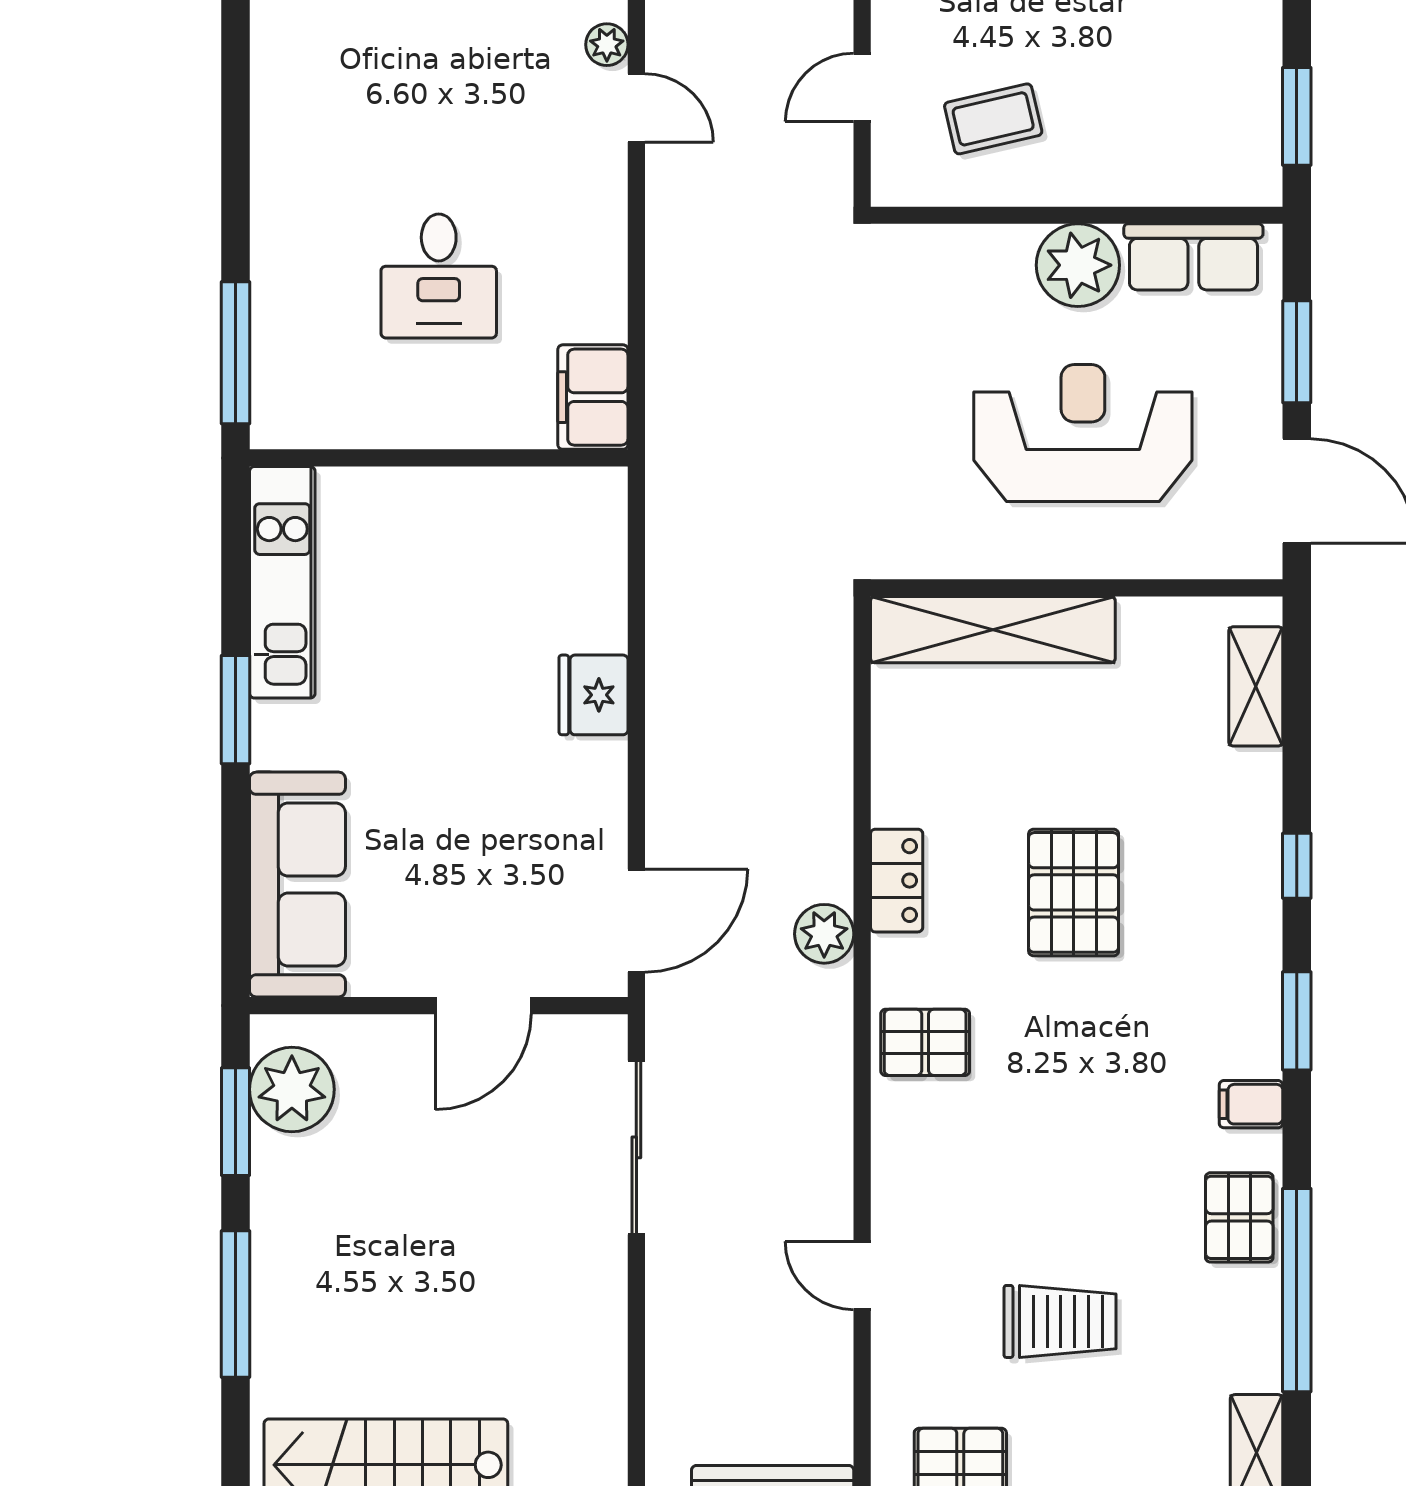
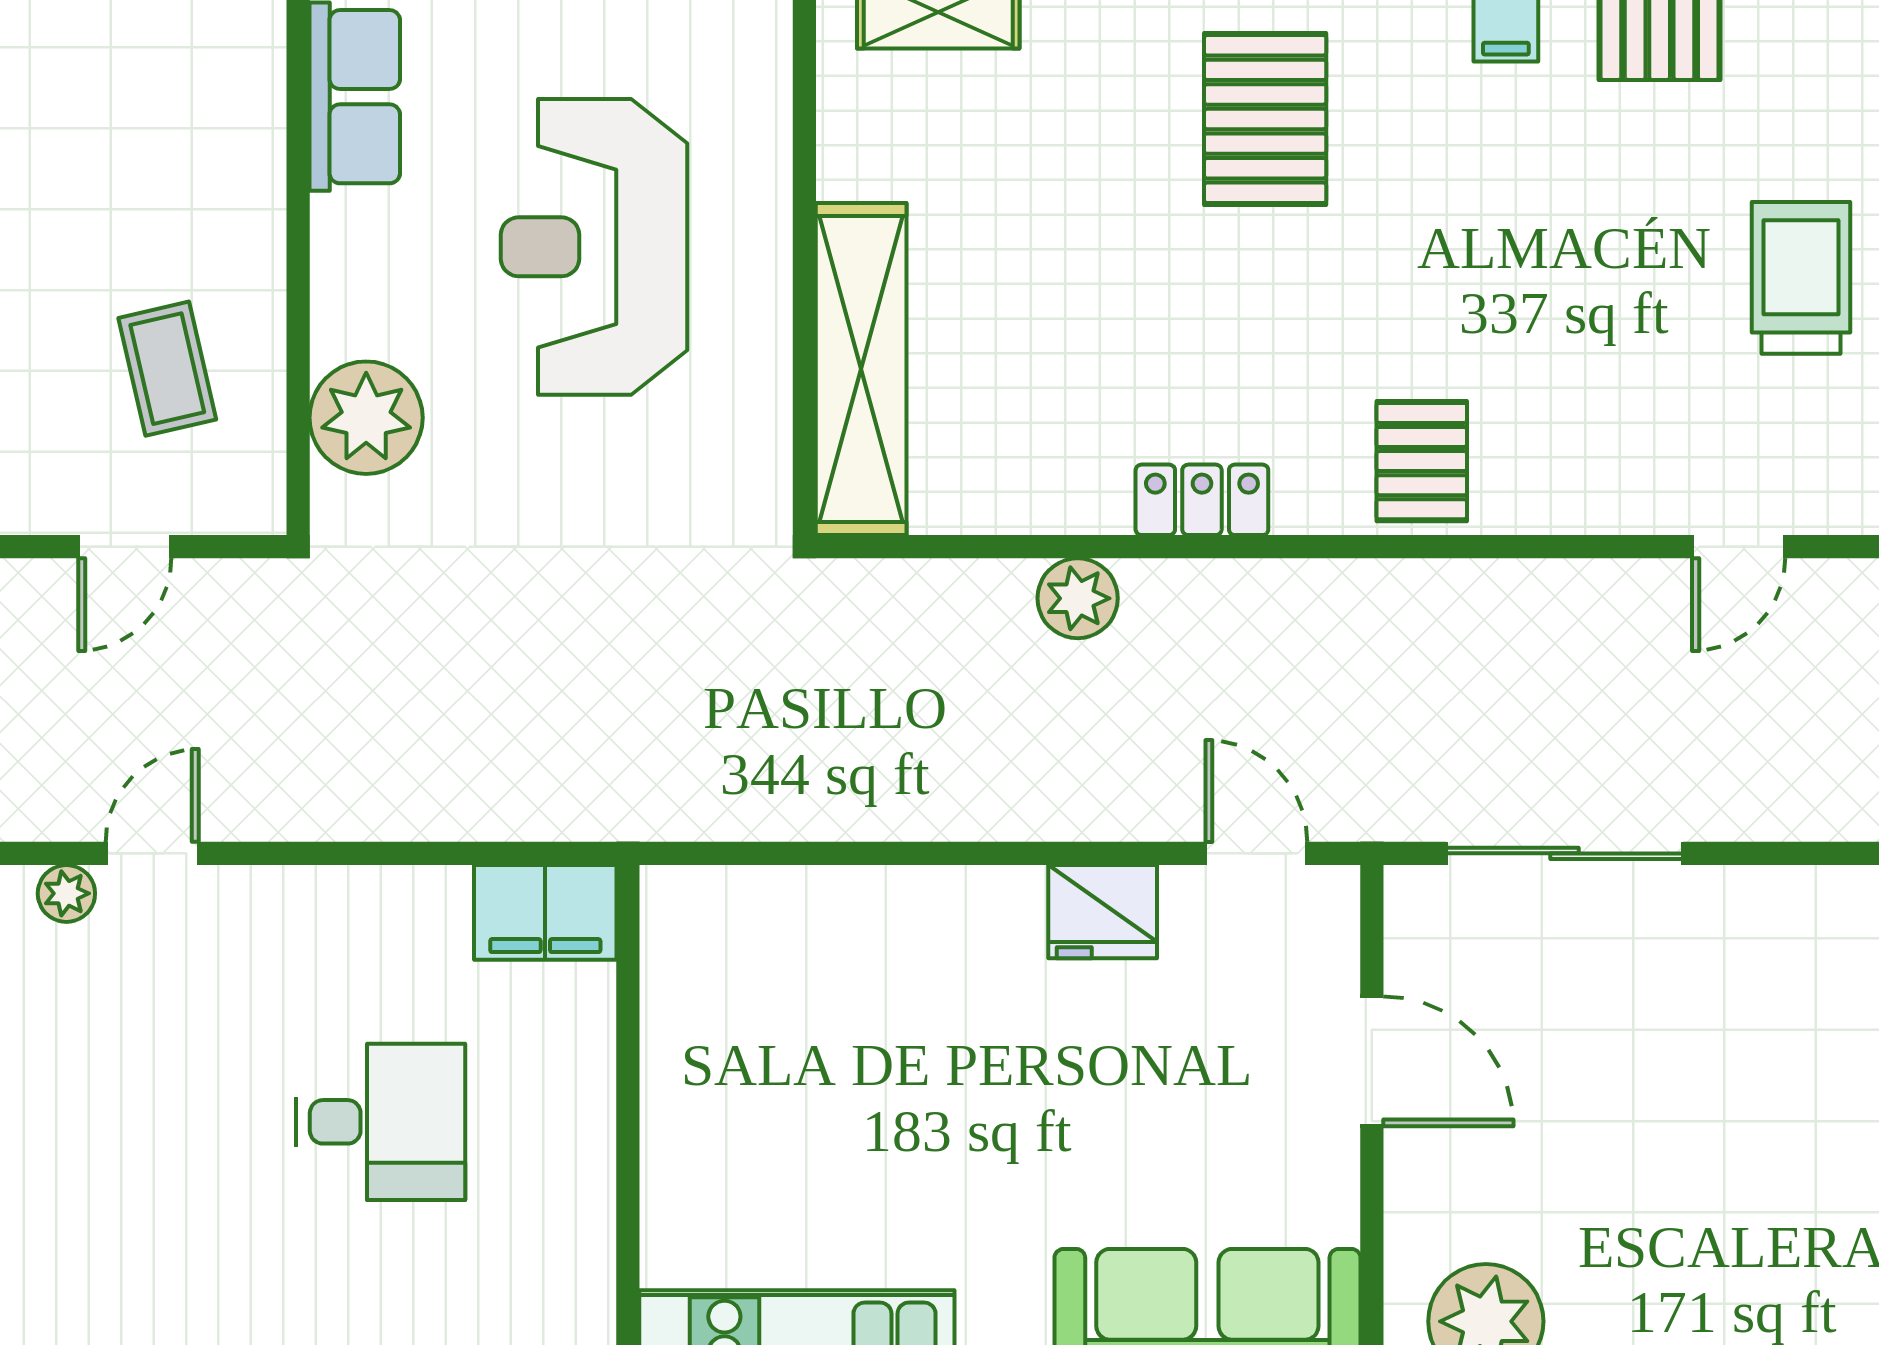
door: (862, 88) -> (125, 547), hinge flipped
plant: (1078, 265) -> (366, 418), moved
fridge: (593, 695) -> (1103, 912), moved
pallet: (1074, 892) -> (1265, 119), moved, turned 90
door: (636, 921) -> (1256, 853), width x0.73
plant: (824, 934) -> (1078, 598), moved

